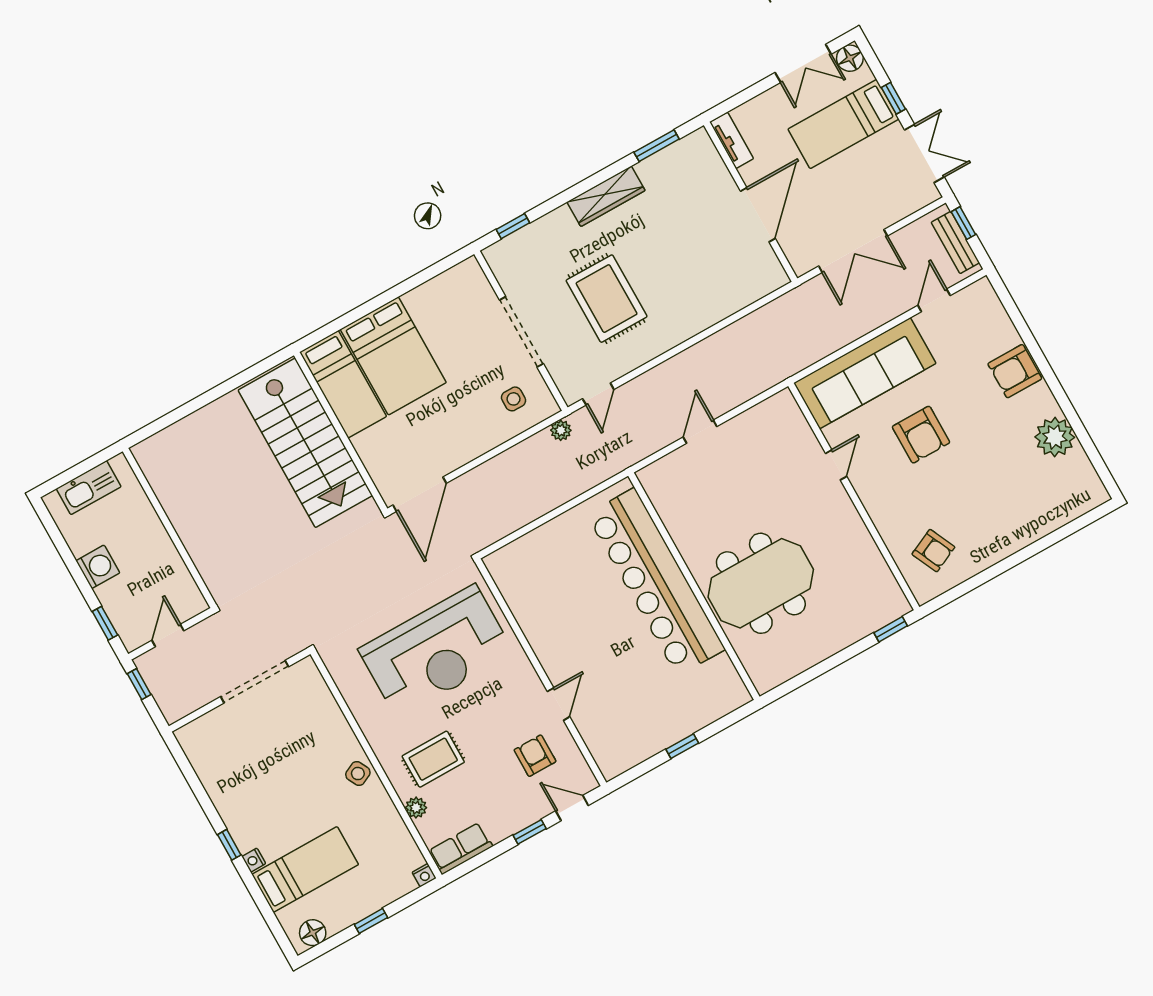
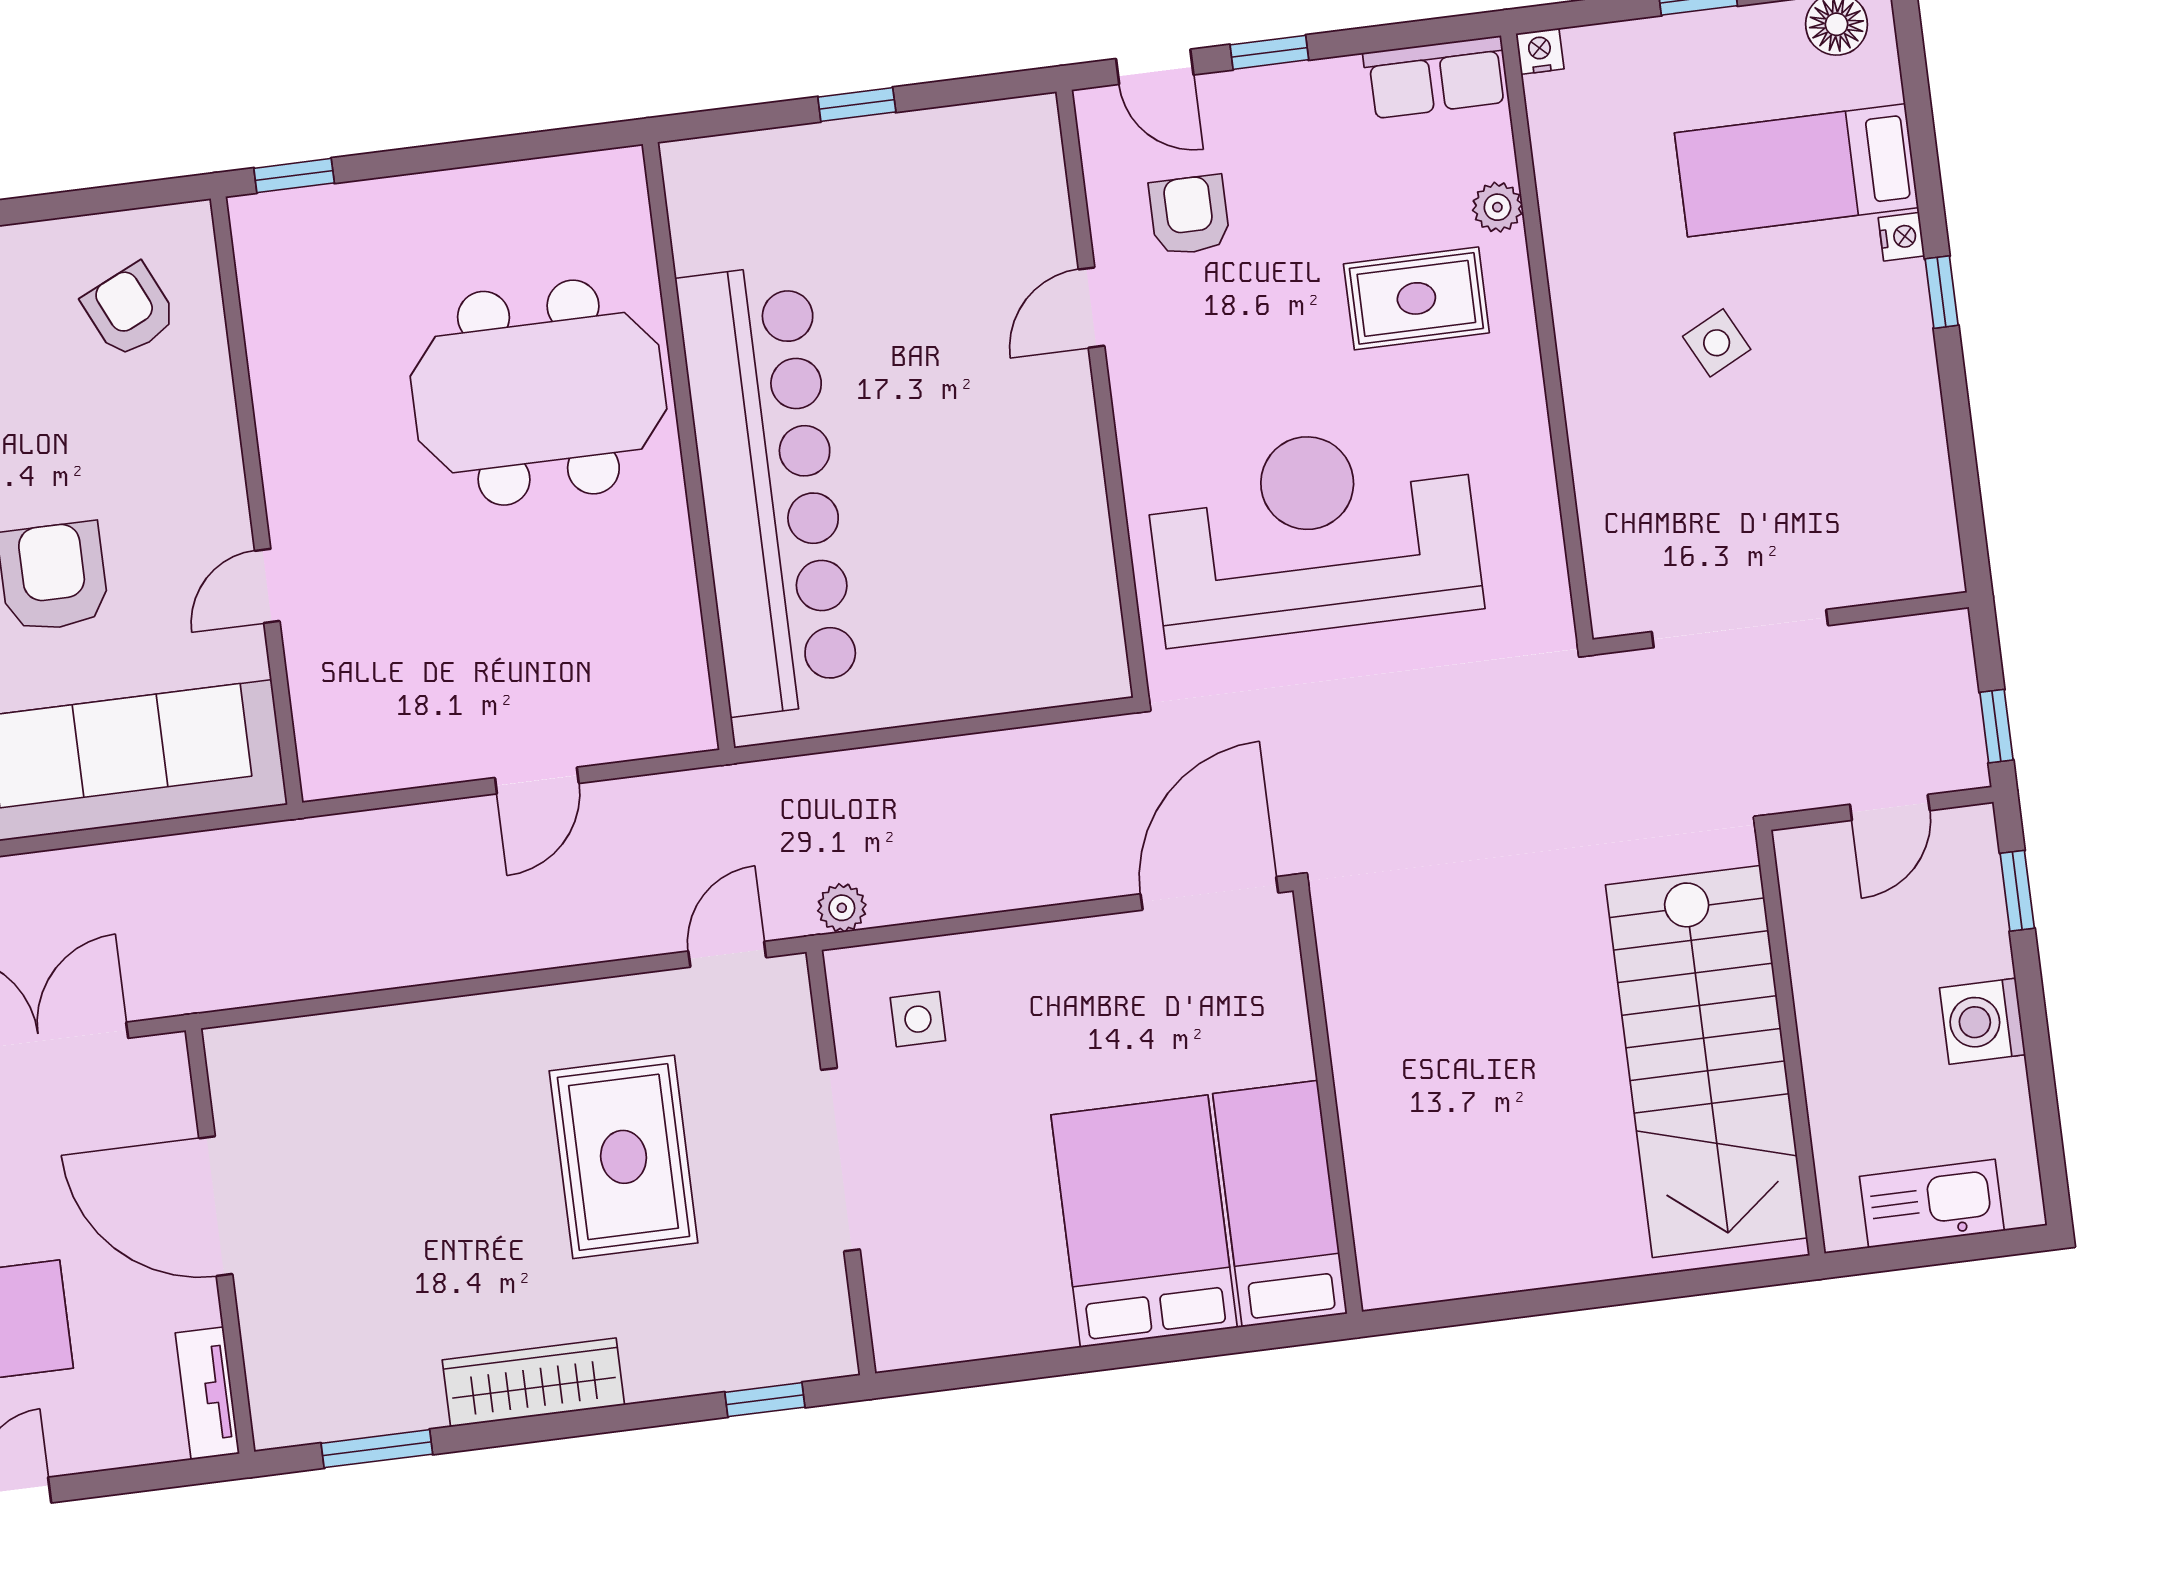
door: (758, 215) -> (216, 1206), hinge flipped
stairs: (305, 443) -> (1706, 1061), moved, turned 180
armchair: (535, 756) -> (1189, 215), turned 180
side table: (358, 774) -> (1717, 343), moved

